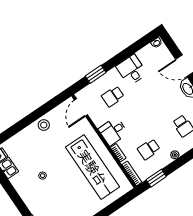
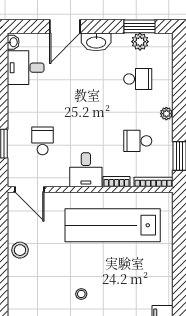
desk: (132, 70) -> (26, 68), moved
school desk: (113, 96) -> (43, 141), turned 180
school desk: (149, 149) -> (138, 141), turned 90
lab bench: (93, 167) -> (113, 225), turned 180

